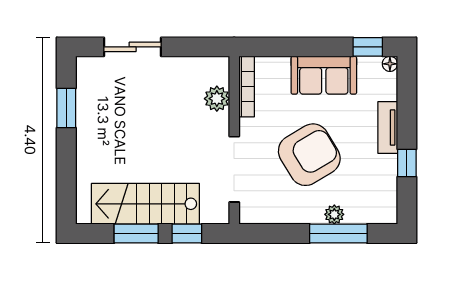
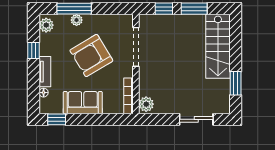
floor lamp: (390, 64) -> (44, 93), moved
plant: (217, 99) -> (146, 104), moved
stairs: (145, 204) -> (218, 46), moved, turned 90
plant: (385, 206) -> (46, 25), added

